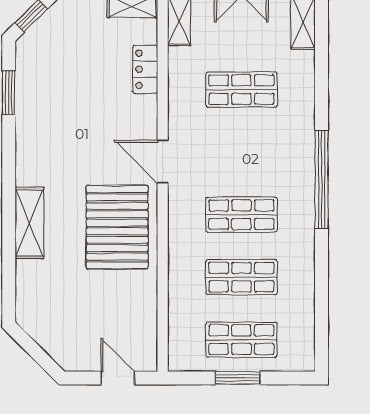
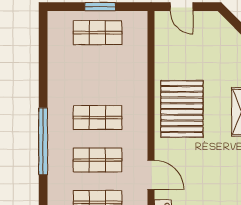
door: (163, 162) -> (151, 175), moved
shop shelf: (241, 277) -> (98, 160), moved

